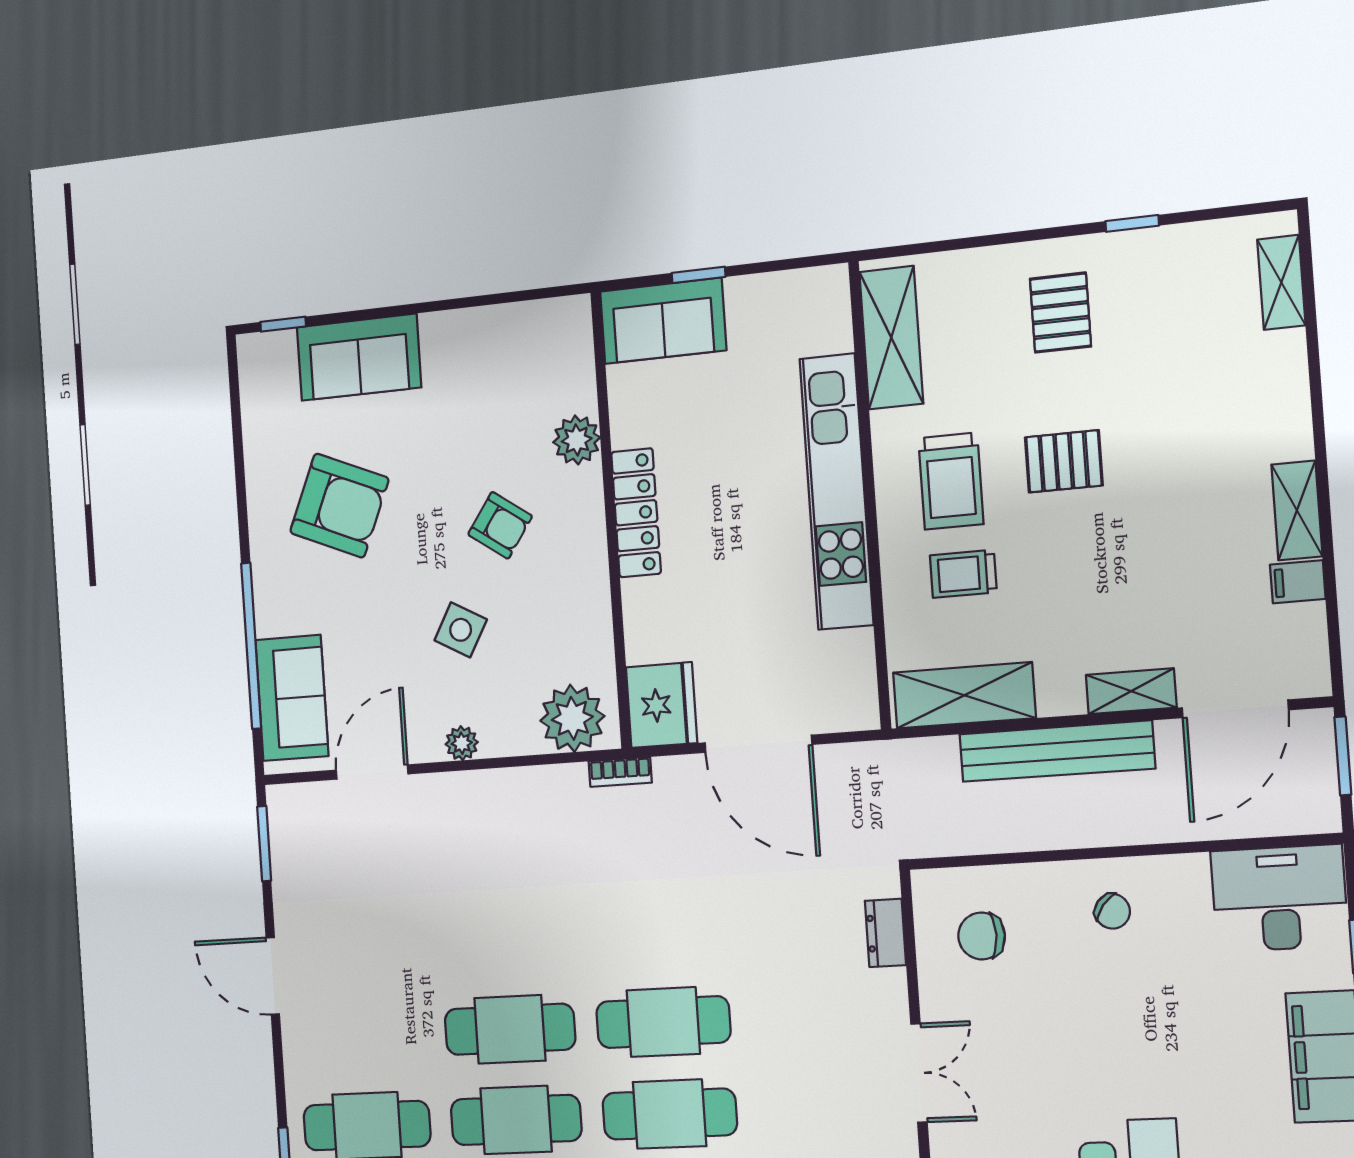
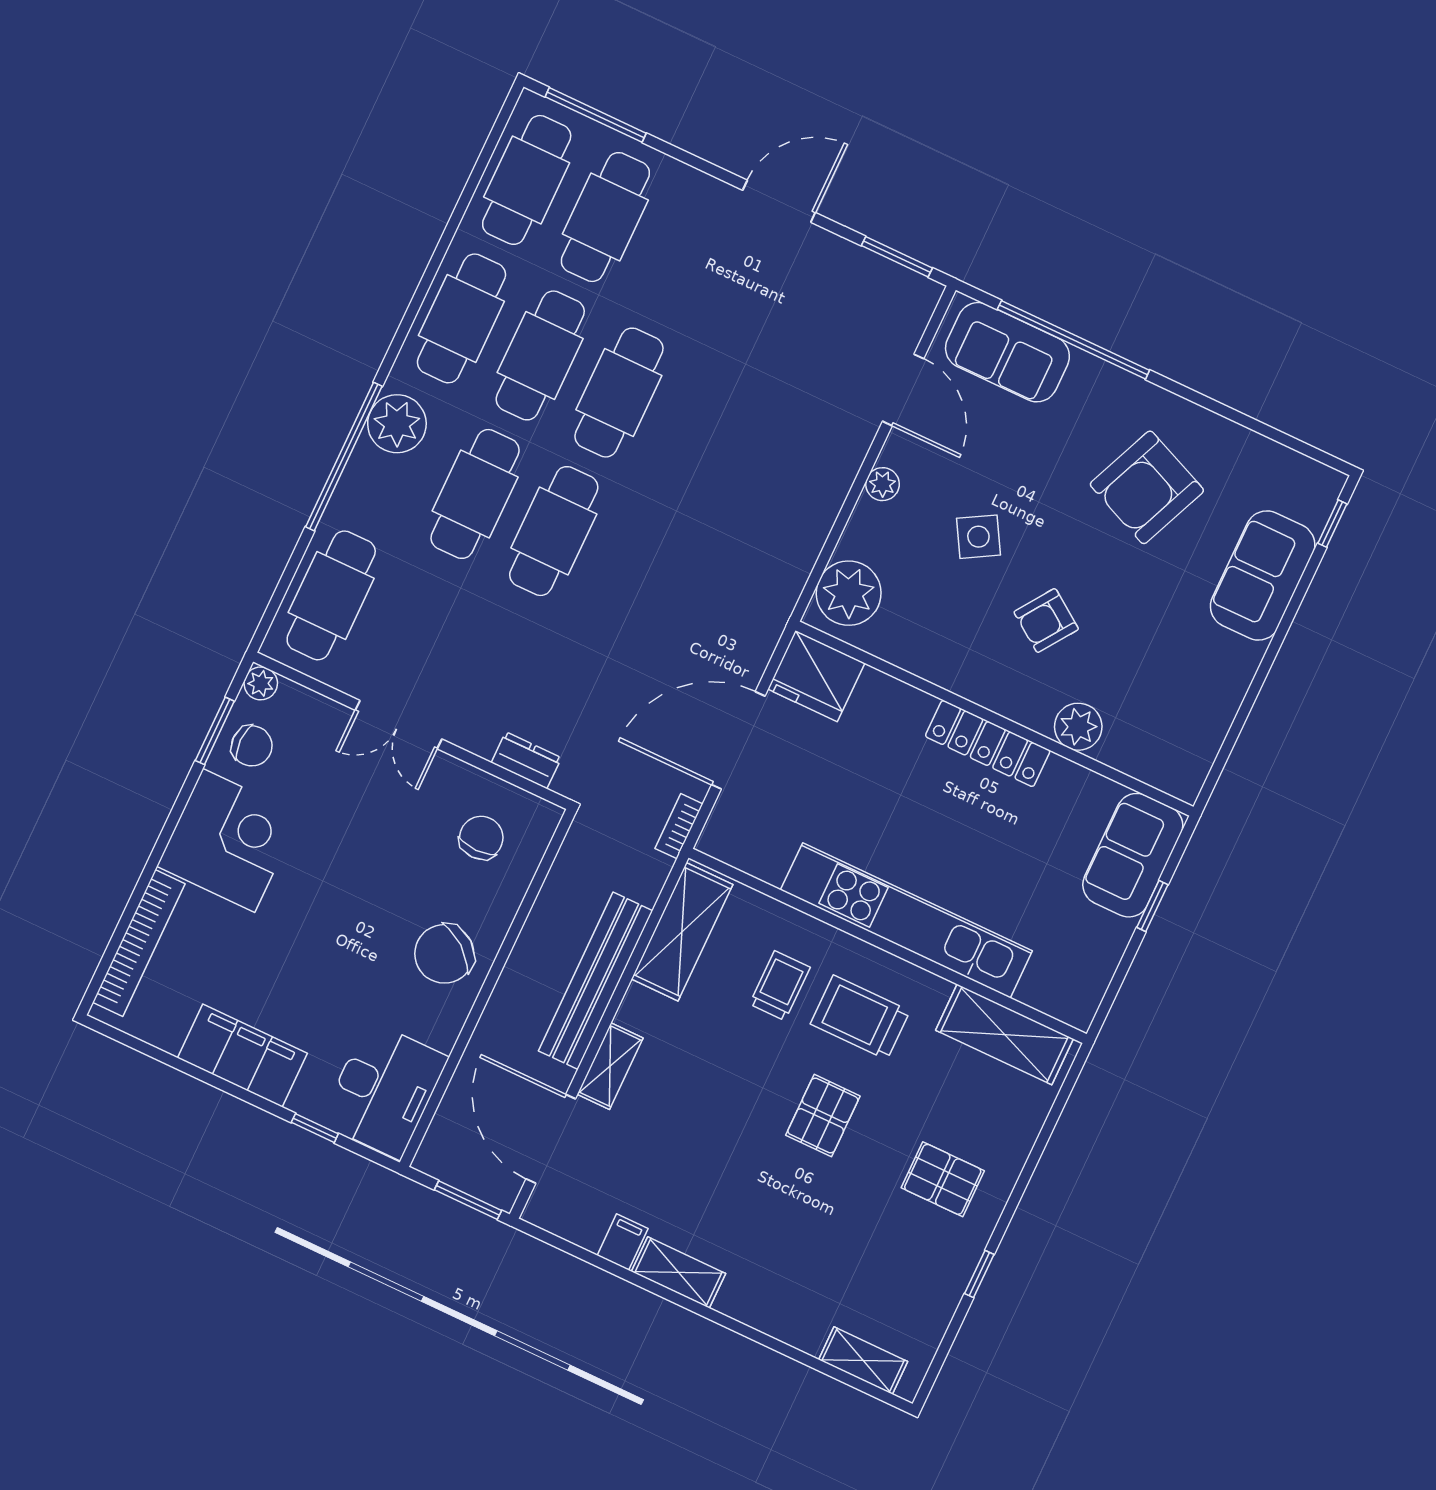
side table: (461, 630) -> (978, 537), turned 31
bookcase: (620, 772) -> (679, 826), moved
chair: (1112, 911) -> (444, 954), width x1.87, depth x1.87

